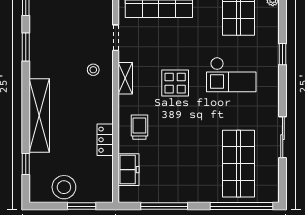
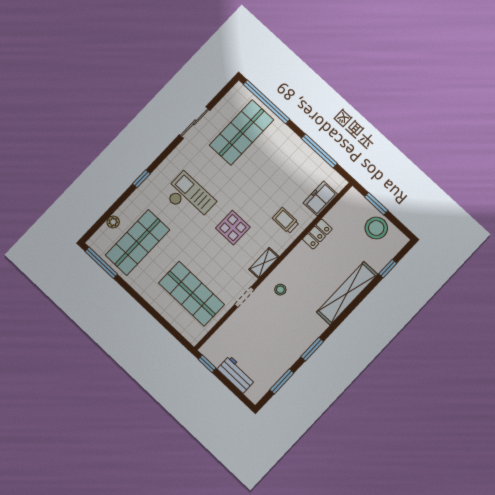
trolley: (139, 127) -> (286, 220), turned 90

